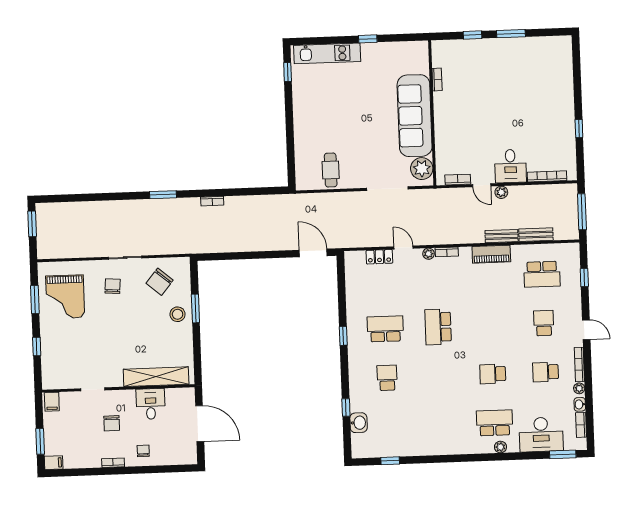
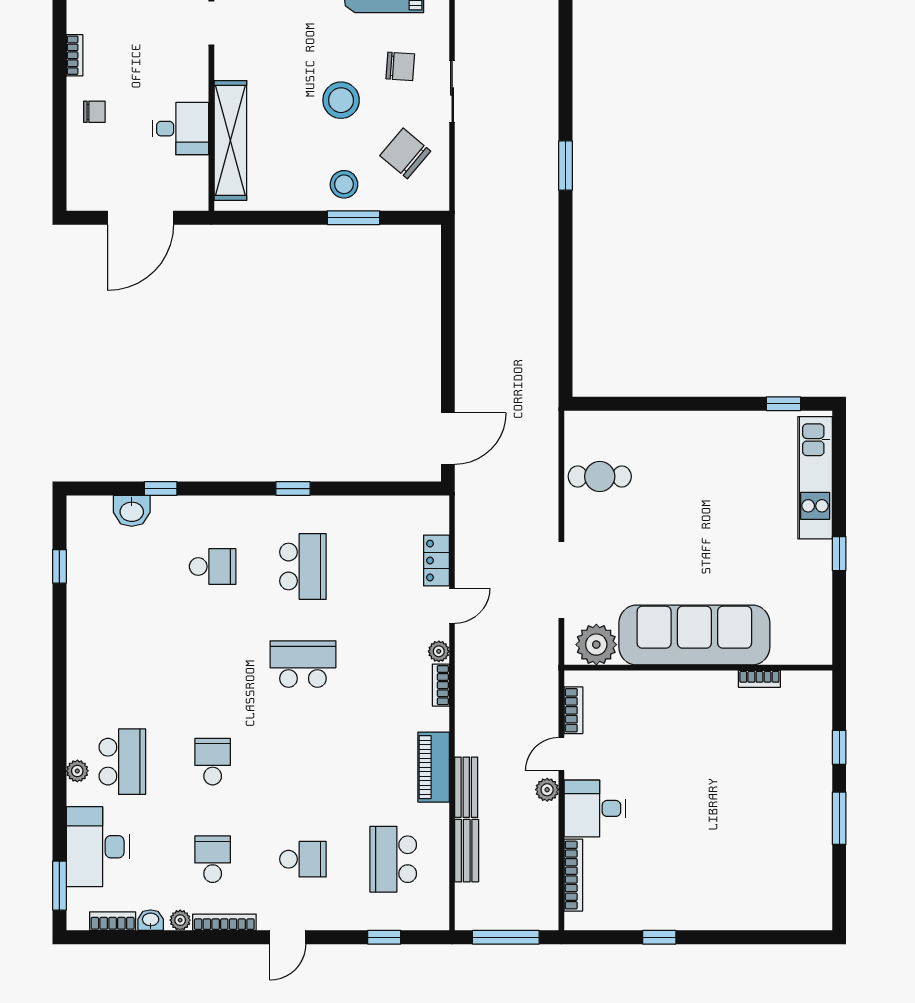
bookcase: (212, 201) -> (550, 256), removed
stool: (132, 318) -> (341, 100), added
chair: (112, 423) -> (147, 55), removed

